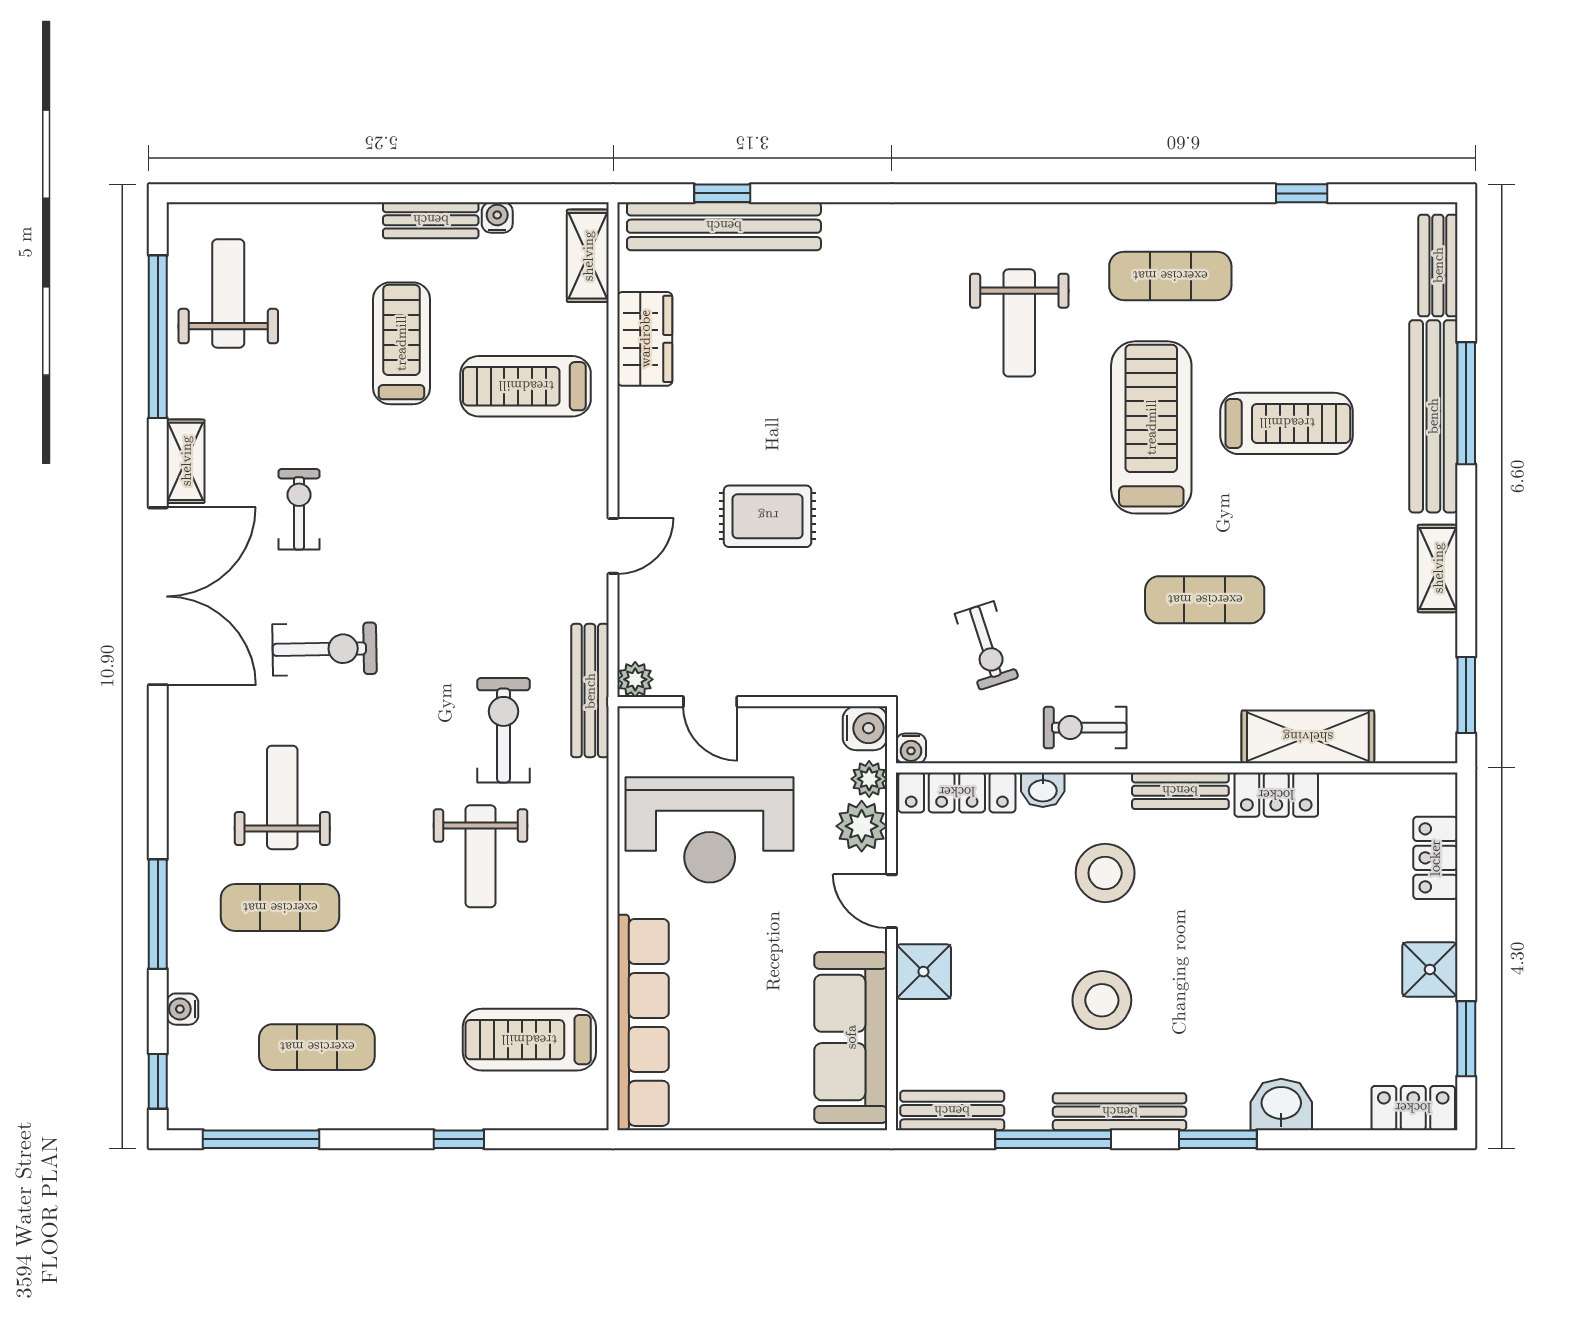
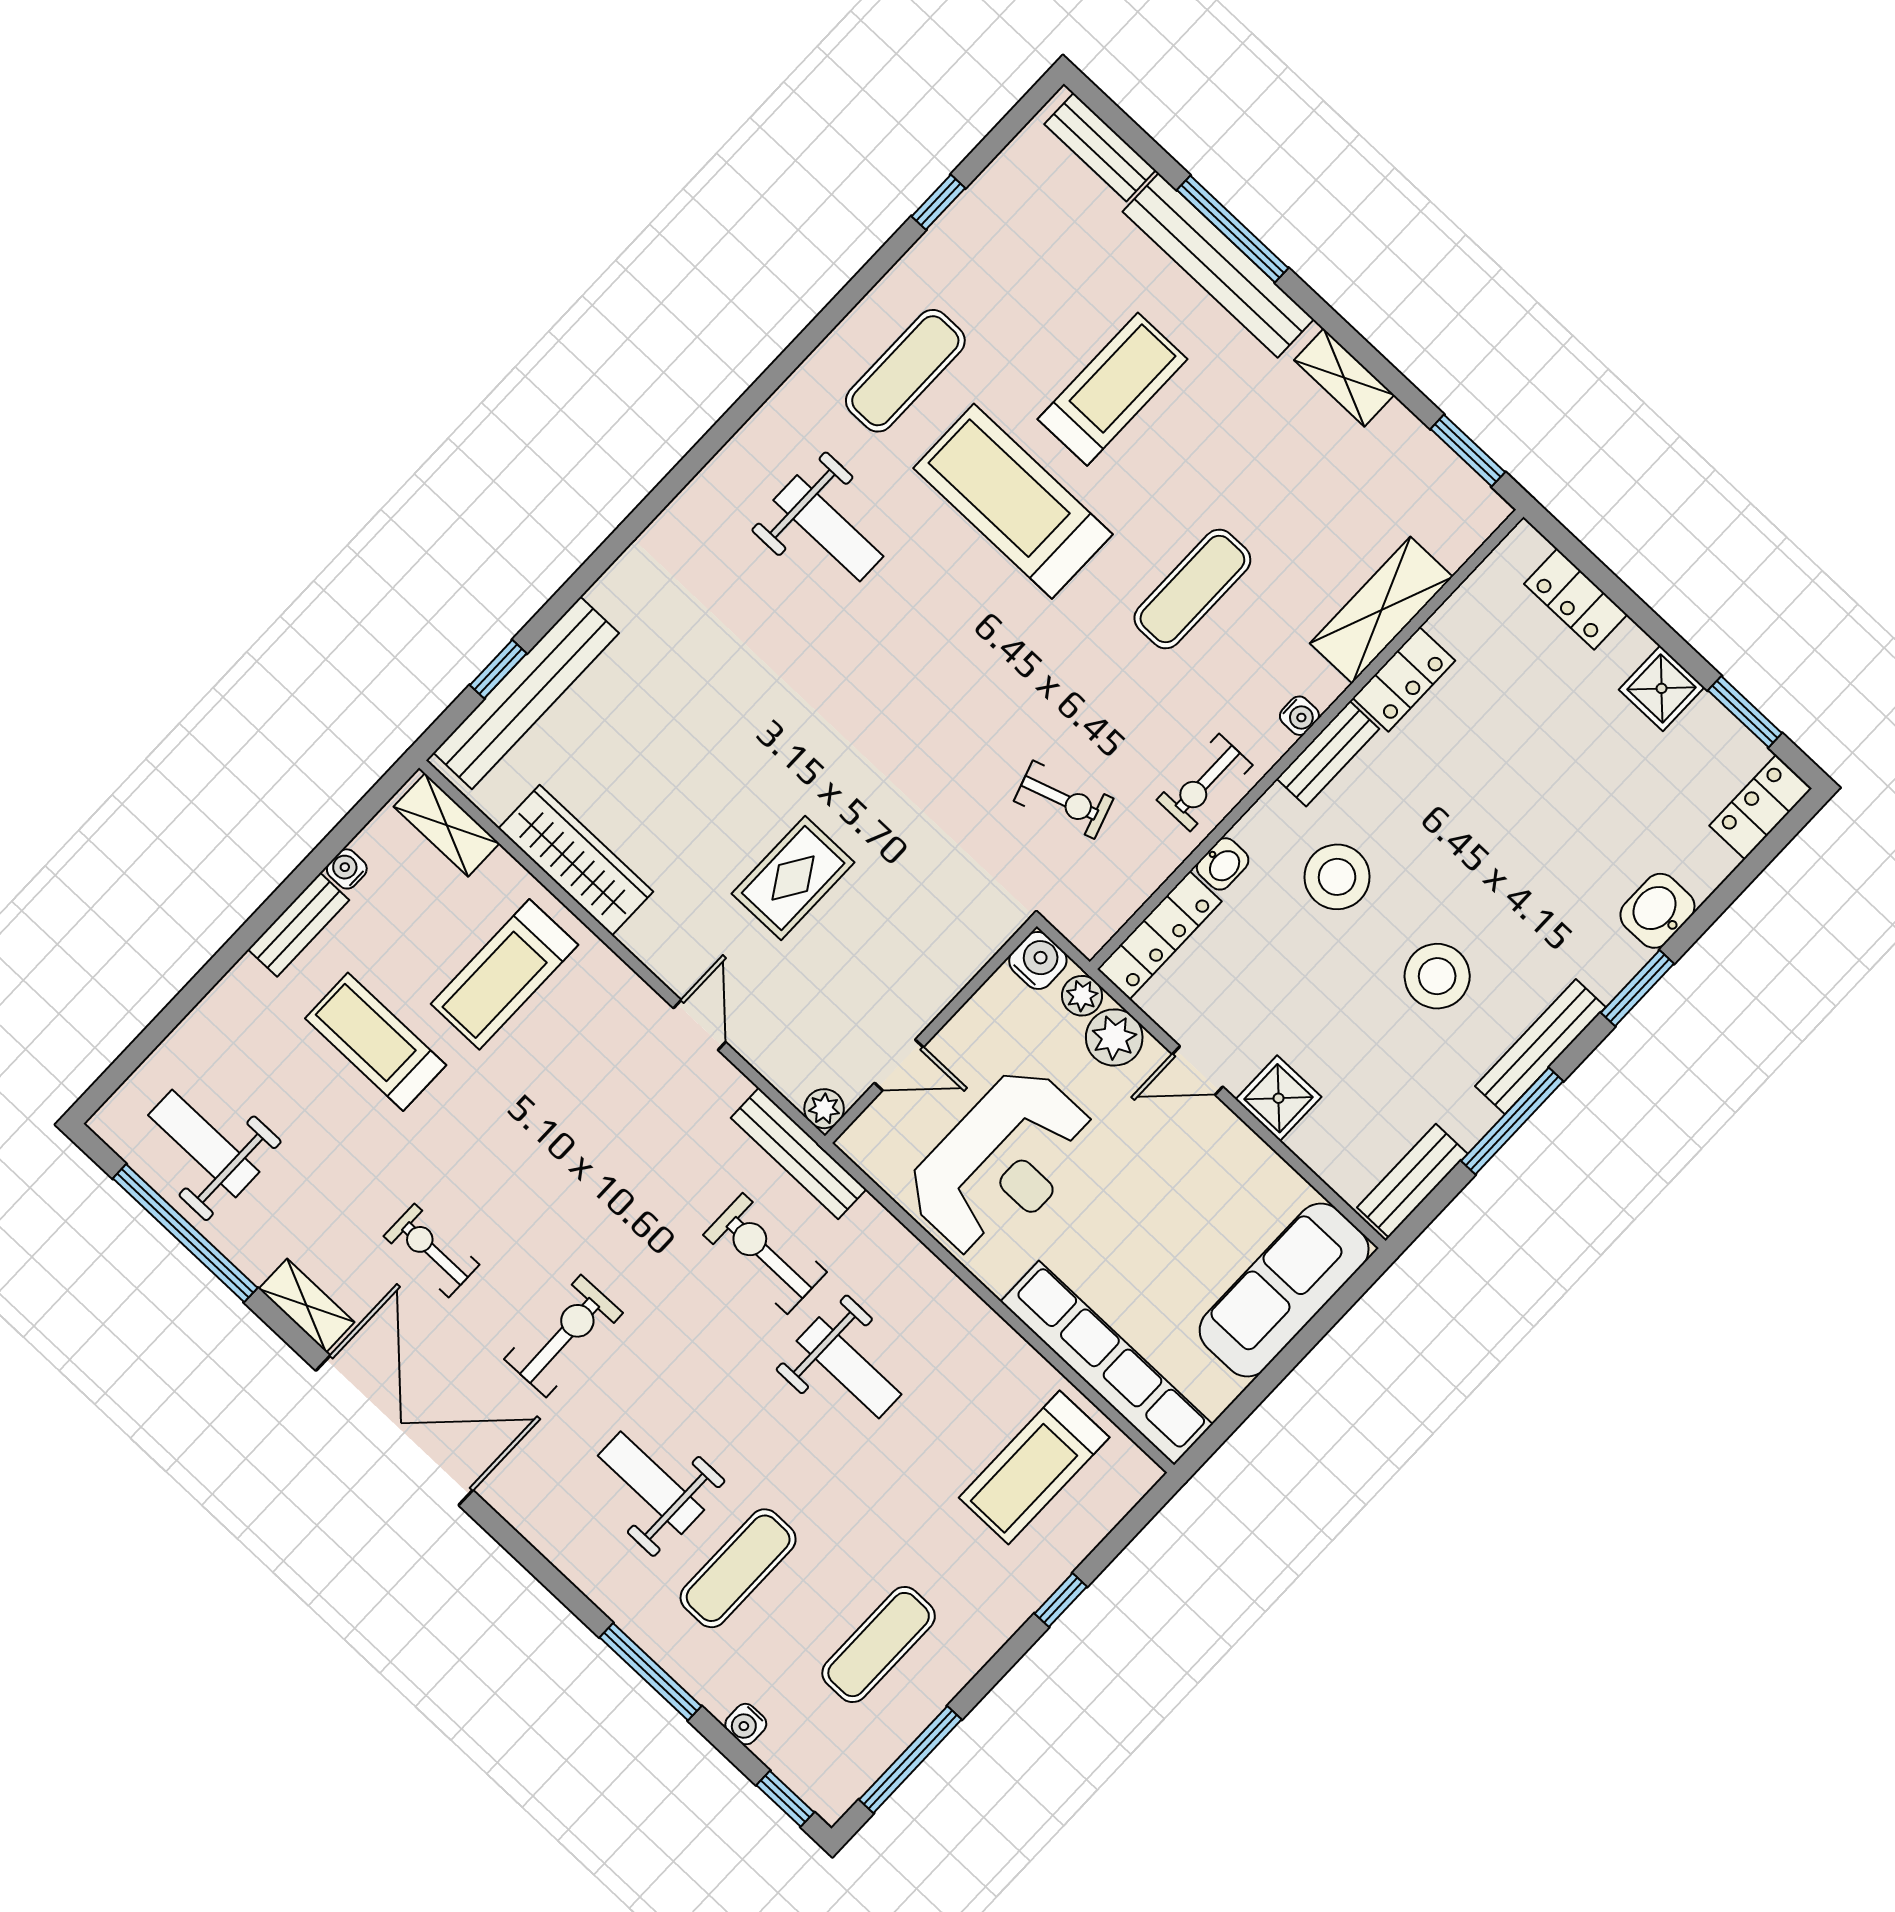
wardrobe: (645, 339) -> (576, 860), width x1.50
water cooler: (911, 748) -> (1299, 716), moved
sofa: (851, 1037) -> (1284, 1290), moved, turned 90

